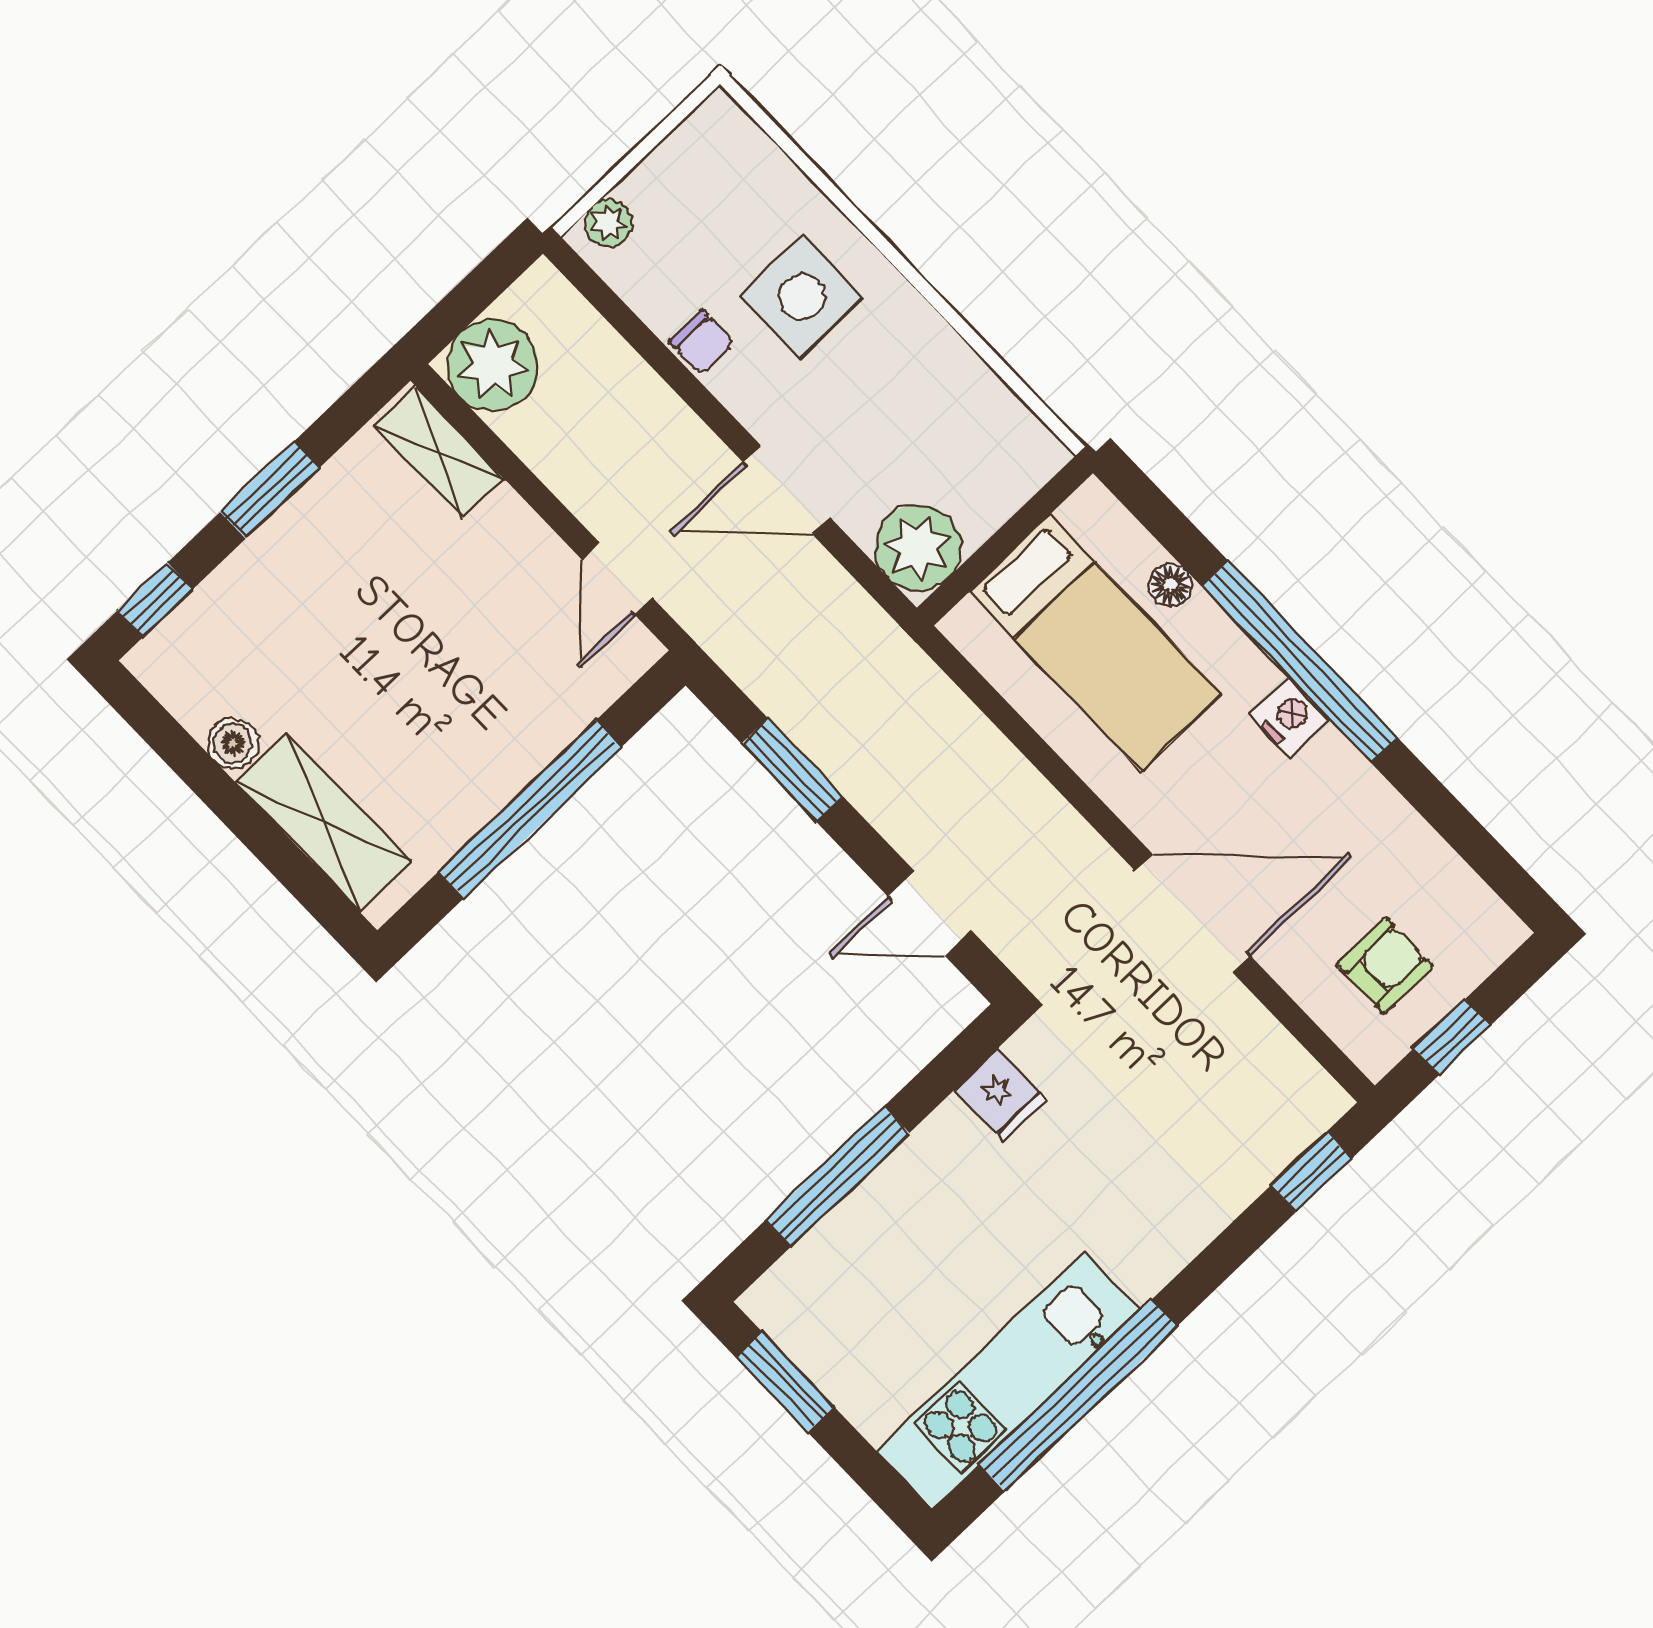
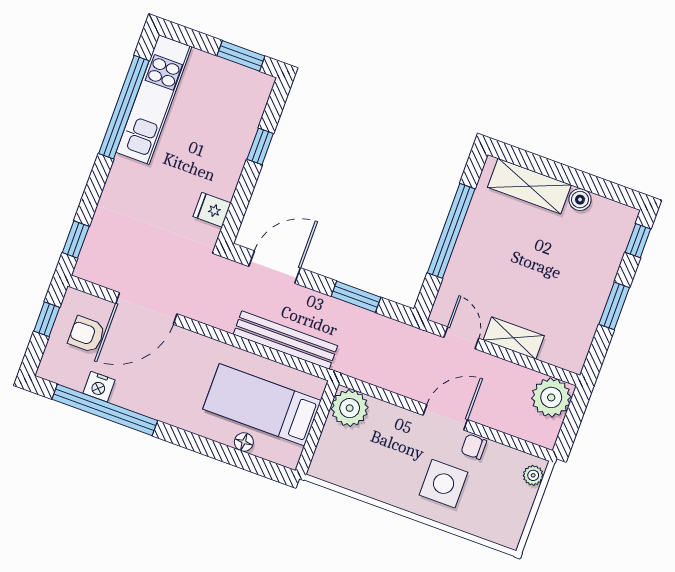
shelving: (439, 452) -> (514, 338), moved
door: (787, 490) -> (445, 417), moved
window: (1299, 662) -> (105, 410), moved
nightstand: (1289, 717) -> (99, 387), moved
bench: (981, 753) -> (285, 340), added
door: (1192, 913) -> (146, 309), moved
door: (930, 914) -> (275, 267), width x1.38
armchair: (1385, 966) -> (87, 334), turned 90
window: (837, 1177) -> (260, 146), width x0.46

